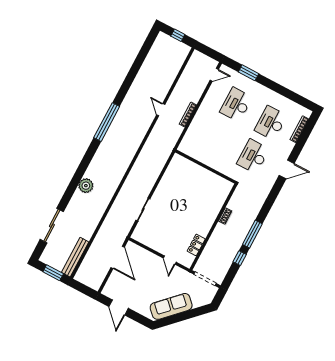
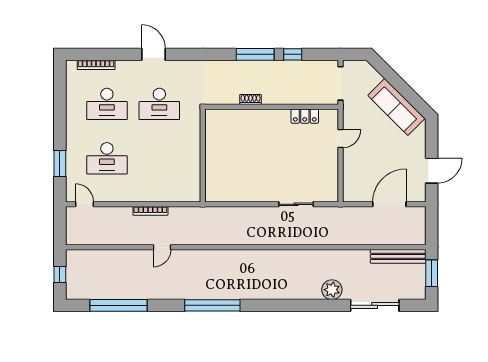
window: (138, 62) -> (118, 305), added
plant: (86, 186) -> (332, 290), moved
door: (118, 257) -> (389, 204), moved

